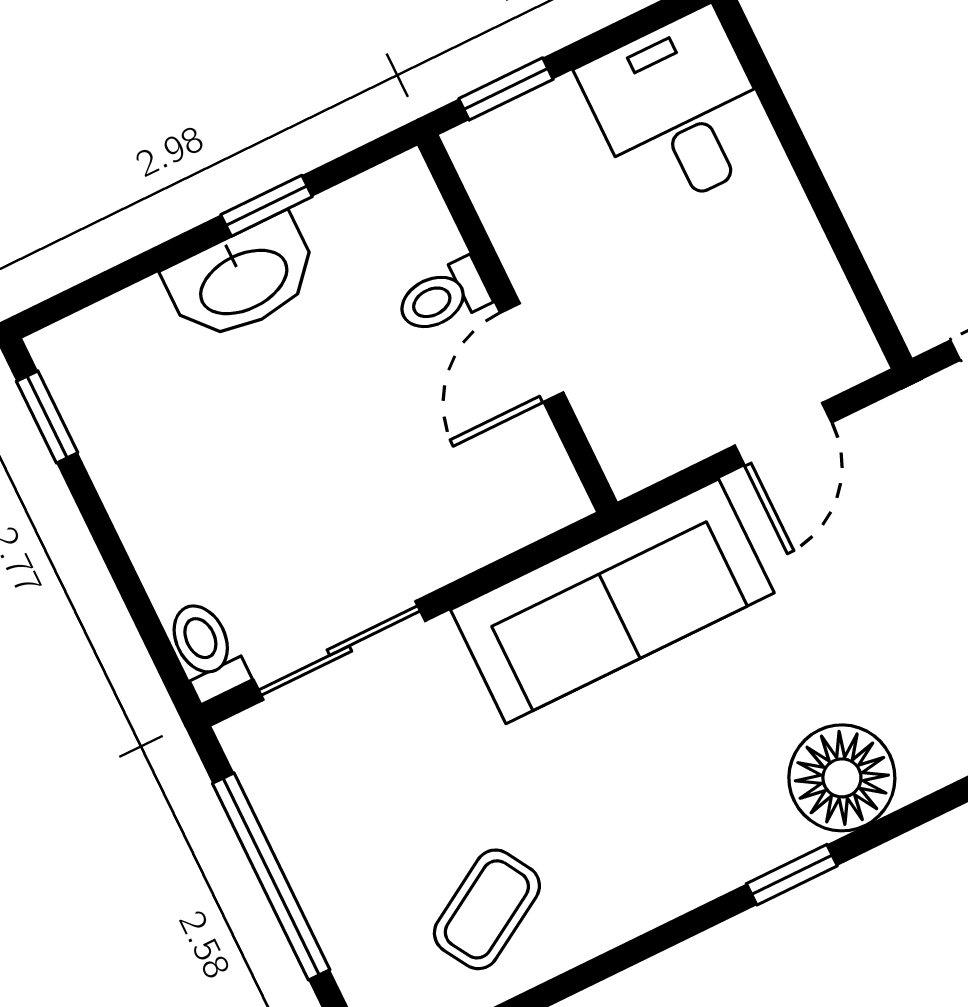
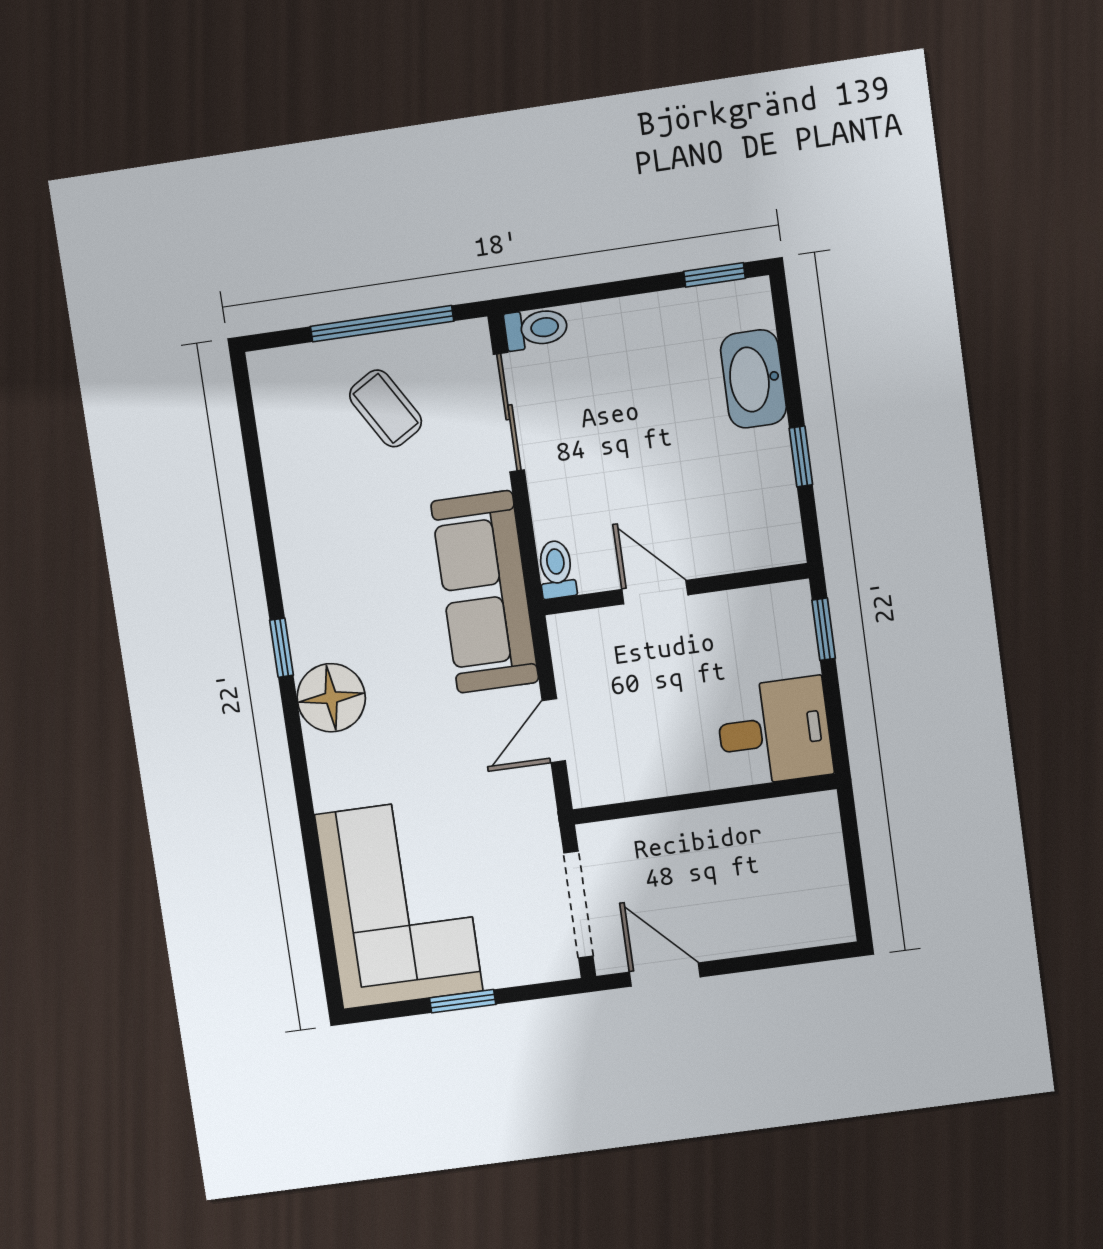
washbasin: (243, 280) -> (753, 379), moved
toilet: (443, 297) -> (556, 569), moved
door: (783, 434) -> (554, 731), hinge flipped
coffee table: (487, 909) -> (386, 408), moved

